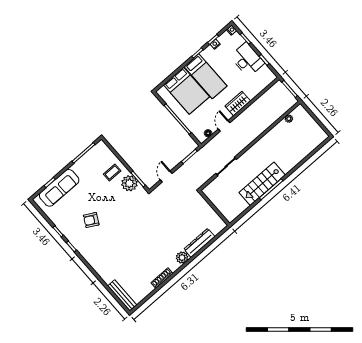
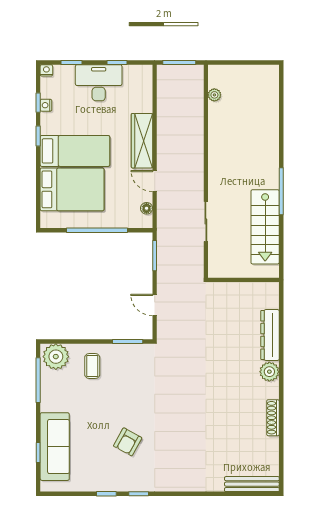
wardrobe: (238, 103) -> (142, 141), width x1.50
plant: (129, 183) -> (56, 357), moved
stairs: (262, 184) -> (265, 227), moved

